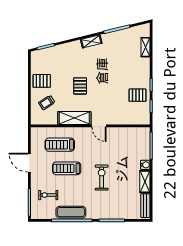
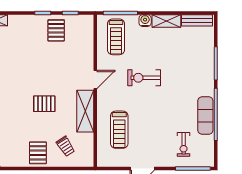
treadmill: (67, 168) -> (116, 37), moved
exercise bike: (102, 178) -> (144, 78), moved

